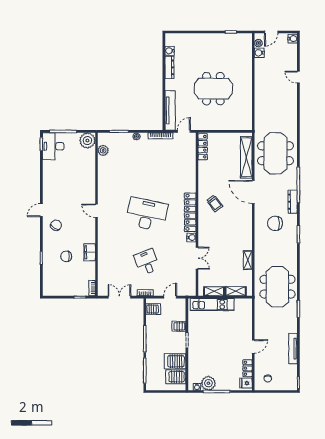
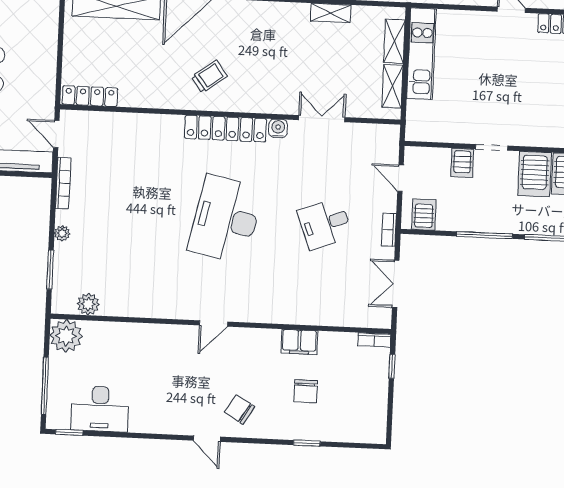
desk: (53, 146) -> (100, 409), moved
kitchen unit: (212, 304) -> (421, 54), moved

